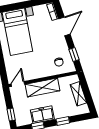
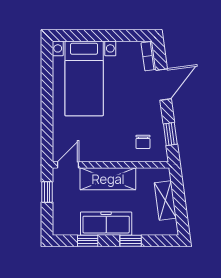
window: (11, 115) -> (47, 192), moved
freezer: (42, 115) -> (106, 224), width x1.40

